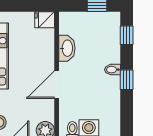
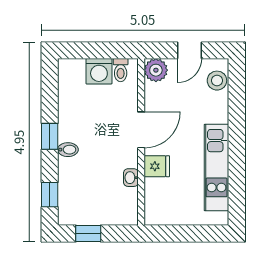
fridge: (45, 20) -> (157, 166), moved
washbasin: (67, 48) -> (131, 178), width x0.52, depth x0.69

